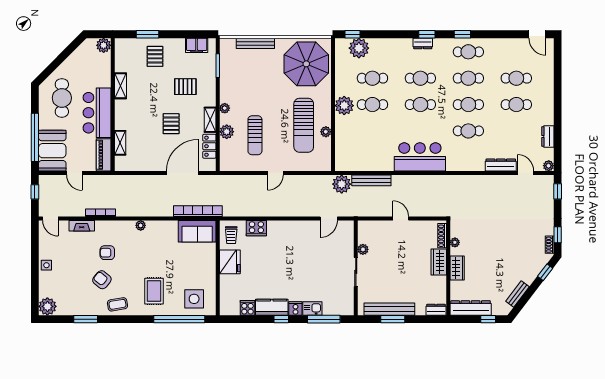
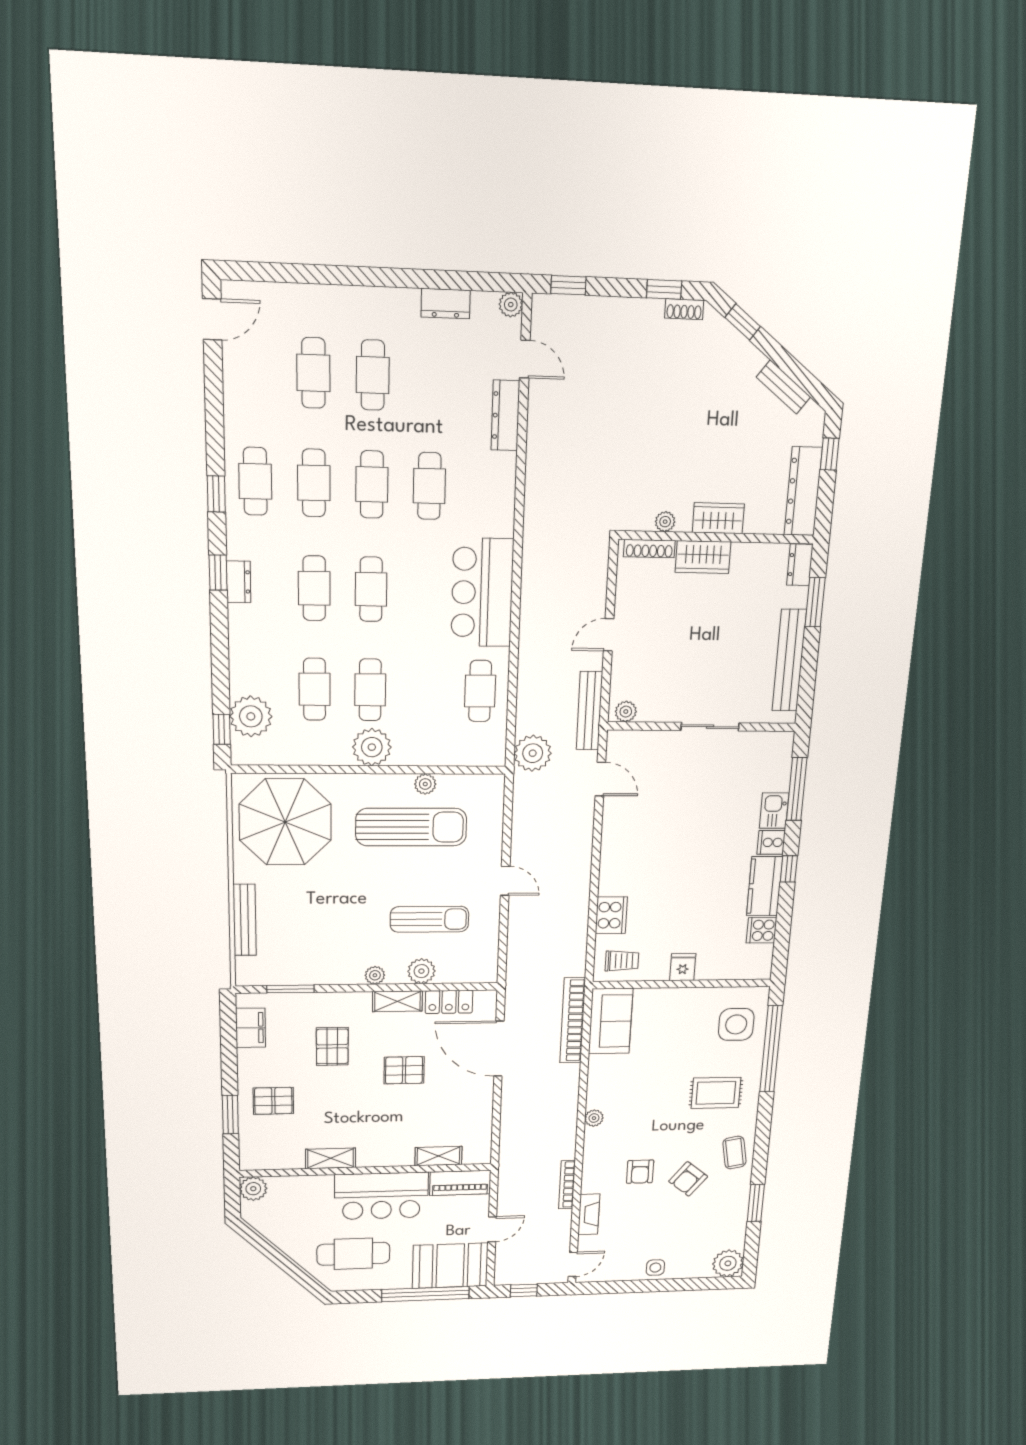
cafe table: (372, 157) -> (480, 691), added
door: (526, 173) -> (525, 359), swing flipped
bench: (371, 180) -> (589, 711), moved
plant: (363, 249) -> (626, 712), moved
fridge: (230, 262) -> (683, 967), width x0.53, depth x0.75
window: (393, 319) -> (815, 602), moved

